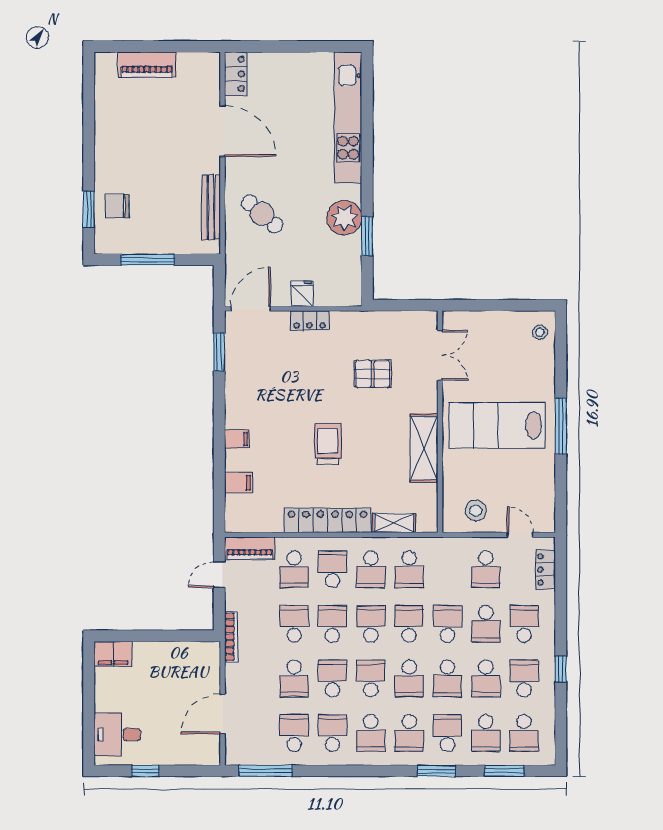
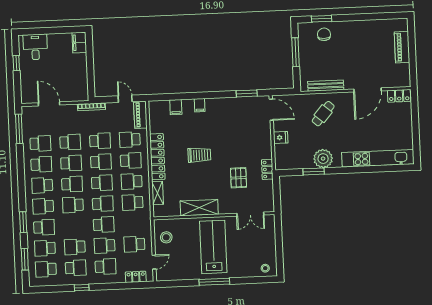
locker: (310, 320) -> (267, 169), moved
school desk: (294, 678) -> (70, 142), turned 180
school desk: (447, 678) -> (74, 226), removed

